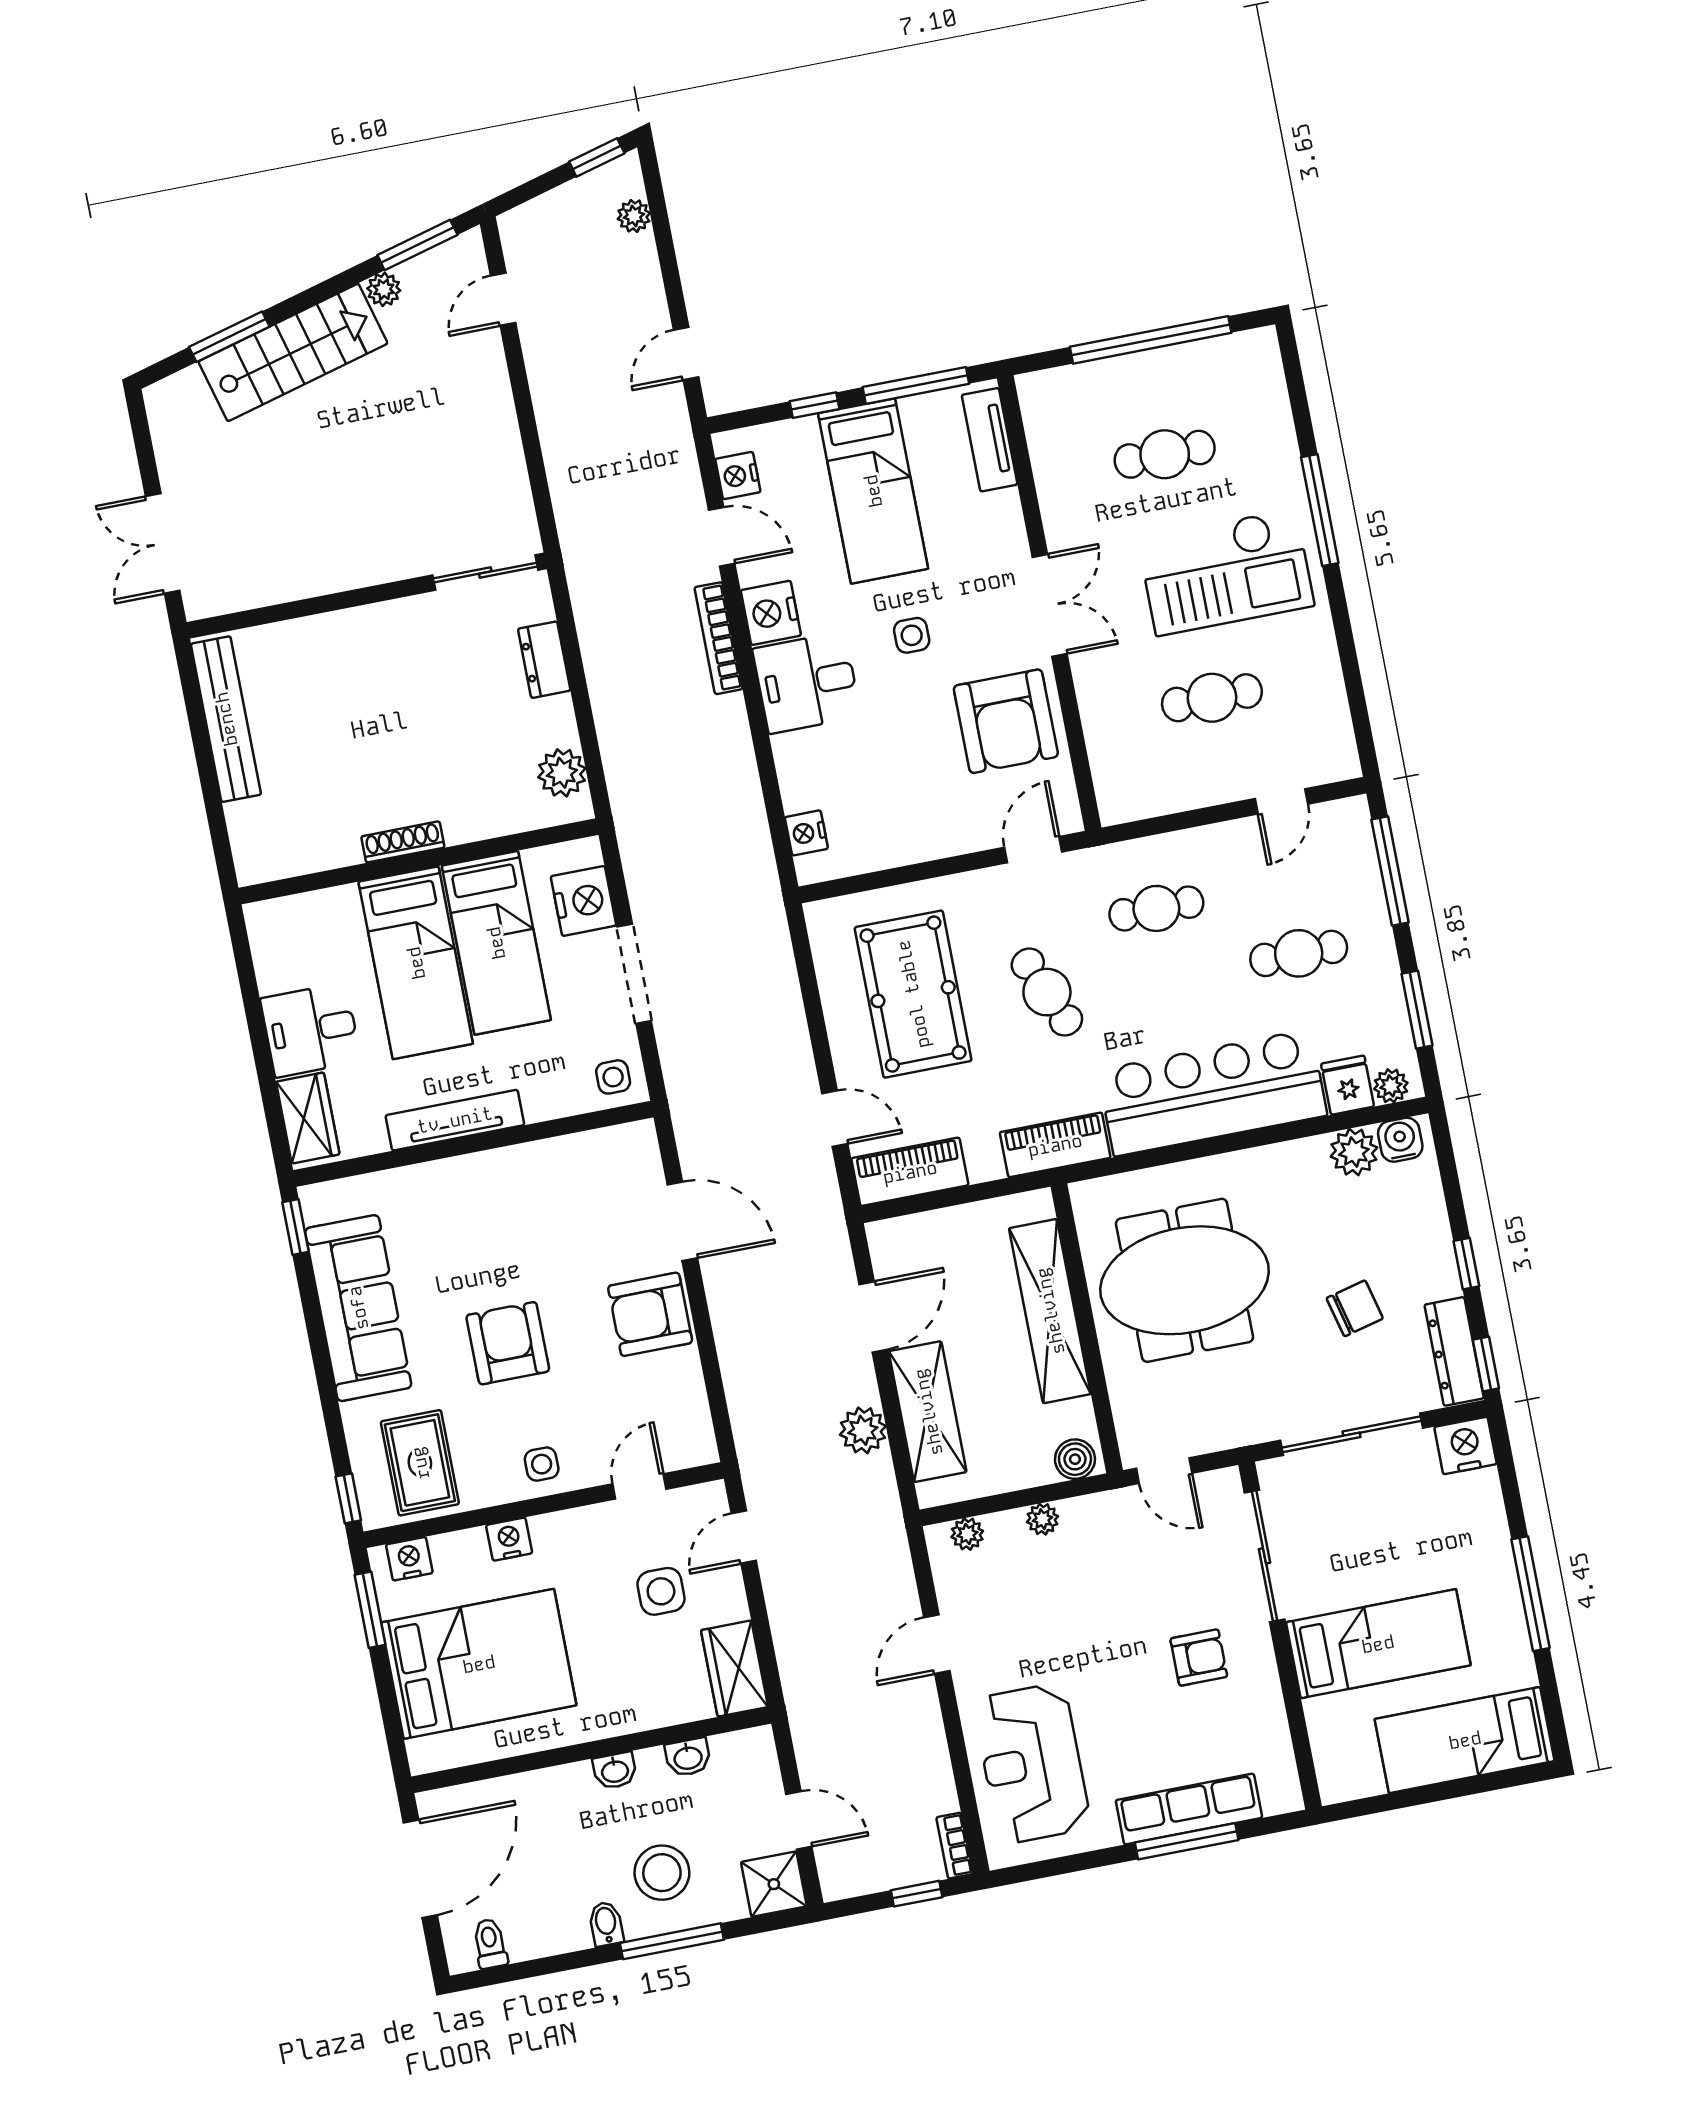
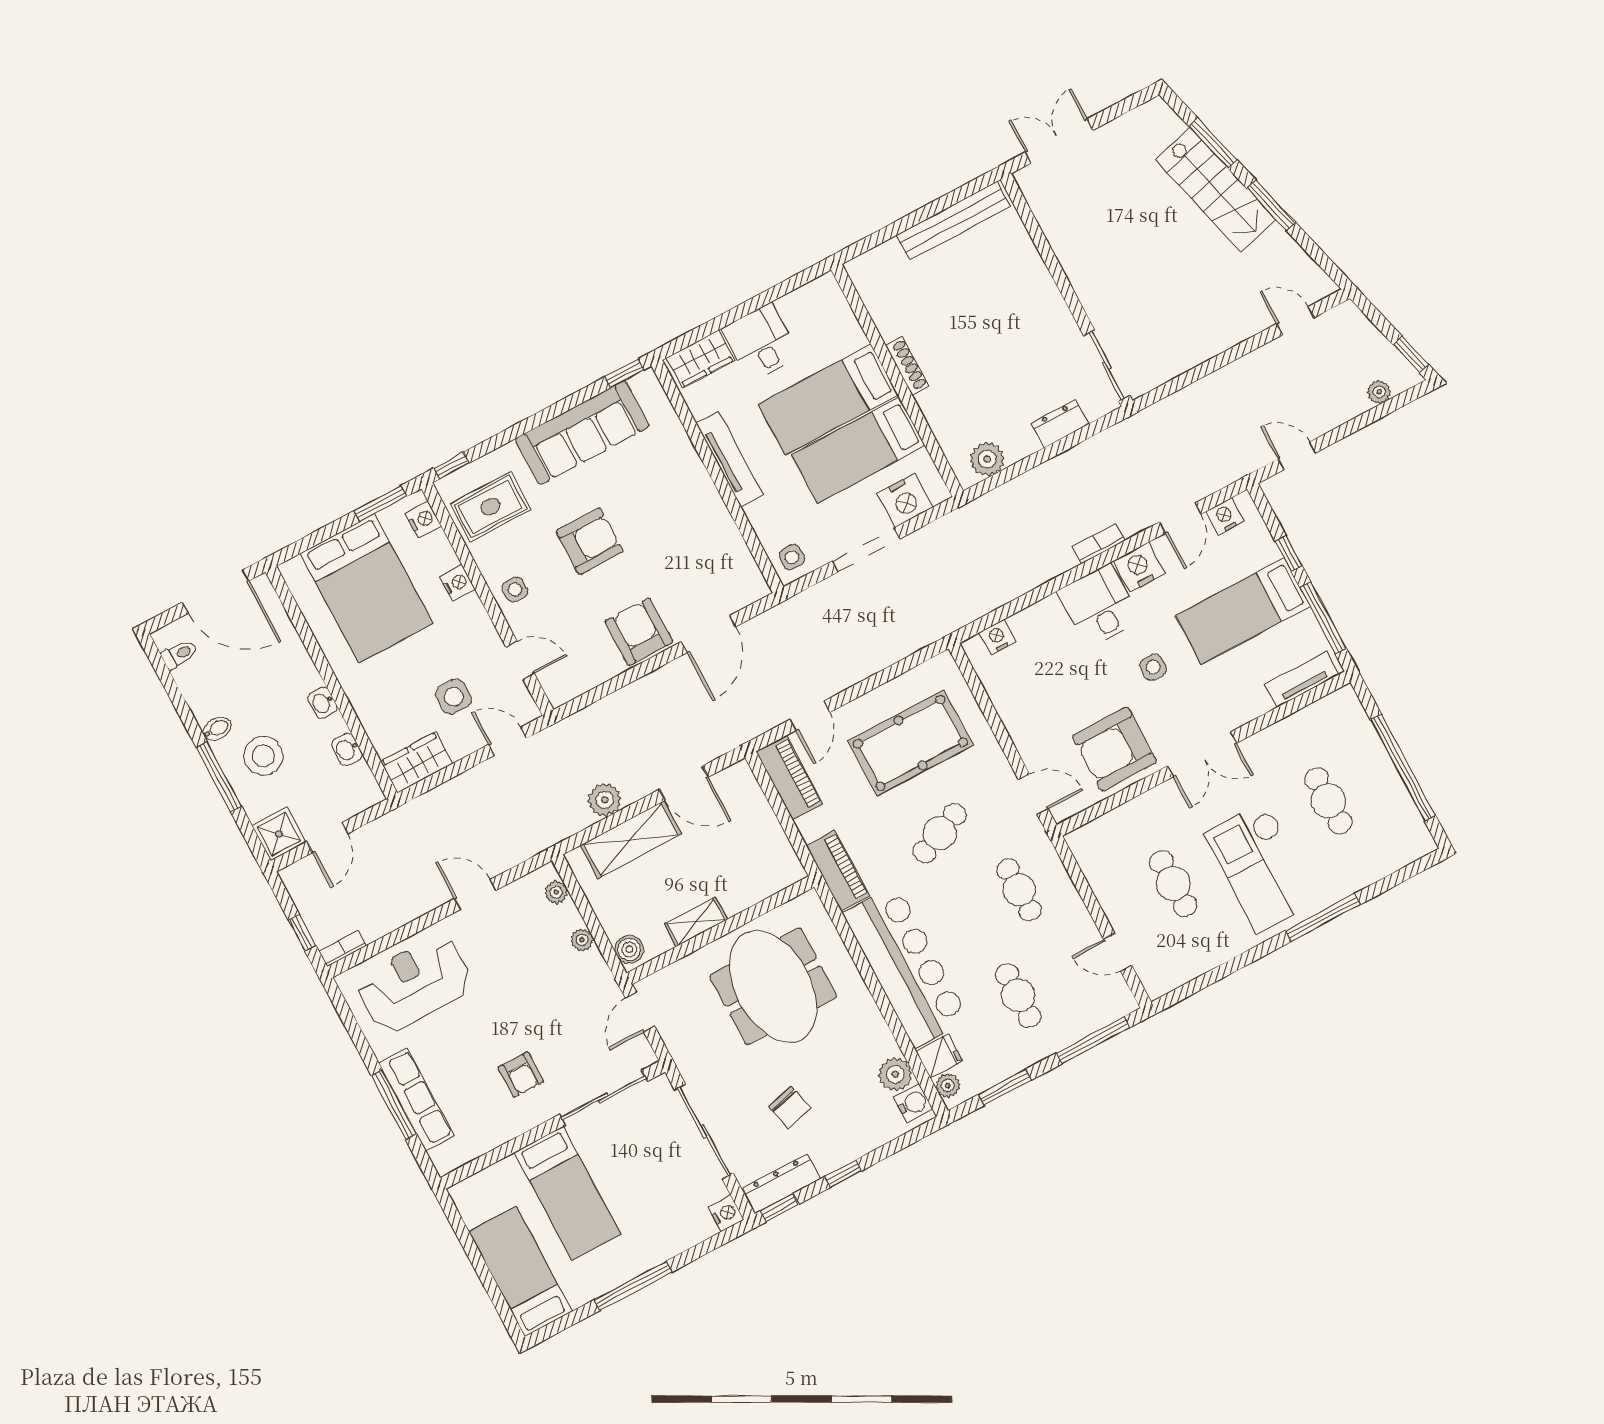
window: (417, 245) -> (1271, 205), moved
plant: (384, 289) -> (1277, 238), removed
bookcase: (719, 638) -> (1099, 544), width x0.64
shelving: (1050, 1311) -> (696, 922), width x0.45, depth x0.75
nightstand: (1465, 1446) -> (726, 1213), width x0.74, depth x0.75

